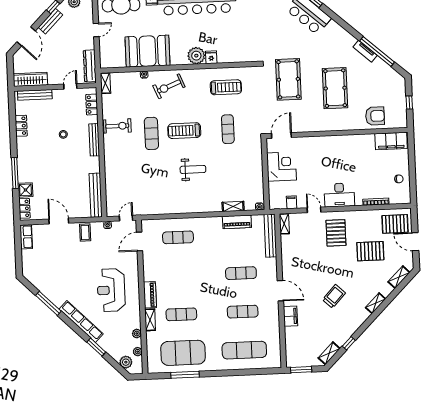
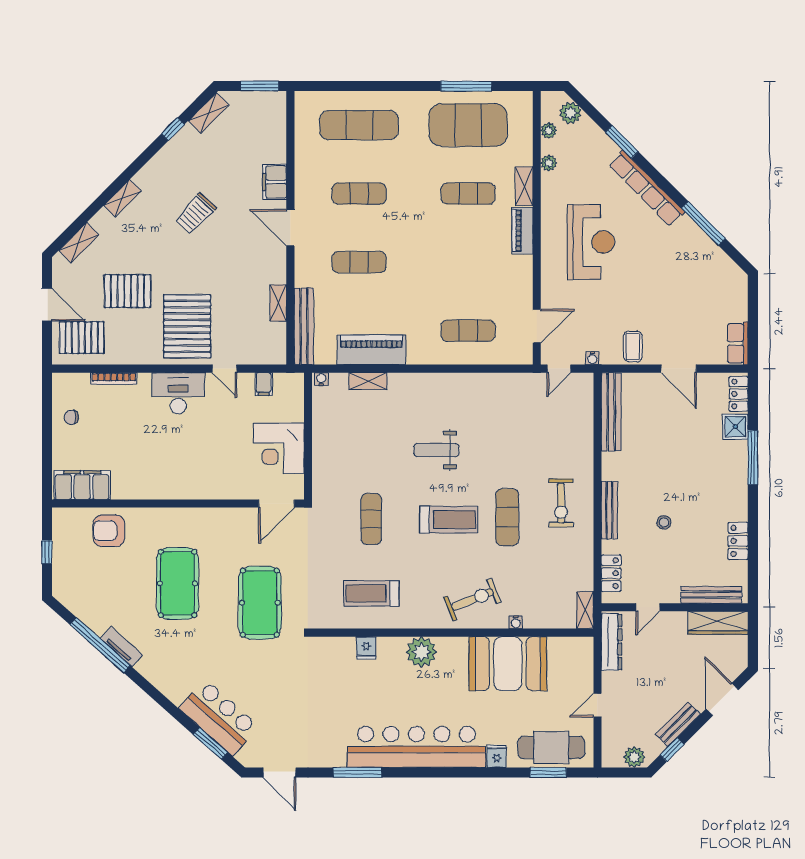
fridge: (211, 57) -> (366, 648), moved
exercise bike: (117, 126) -> (561, 503), moved, turned -90
piano: (237, 222) -> (371, 350), width x1.37, depth x1.33
shelving: (284, 224) -> (278, 303), moved
pallet: (336, 233) -> (187, 326), width x1.37, depth x1.41

